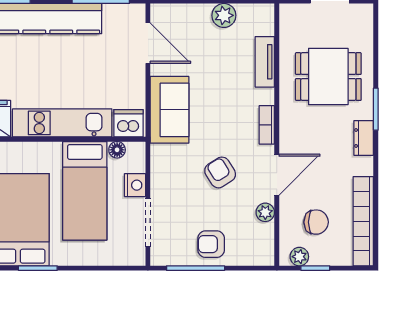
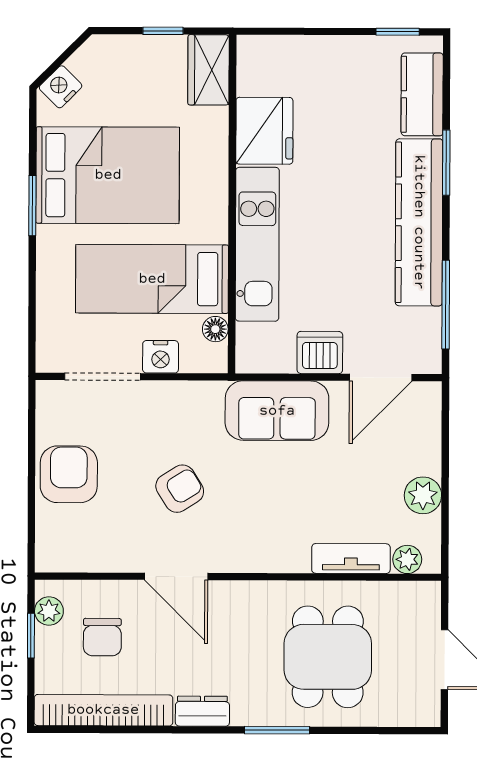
dishwasher: (128, 123) -> (320, 353), moved, turned -90
bookcase: (267, 125) -> (253, 561), removed
dresser: (364, 138) -> (202, 711), moved
plant: (265, 212) -> (407, 559), moved
armchair: (211, 244) -> (69, 474), width x1.38, depth x1.38
window: (196, 268) -> (32, 450), removed

